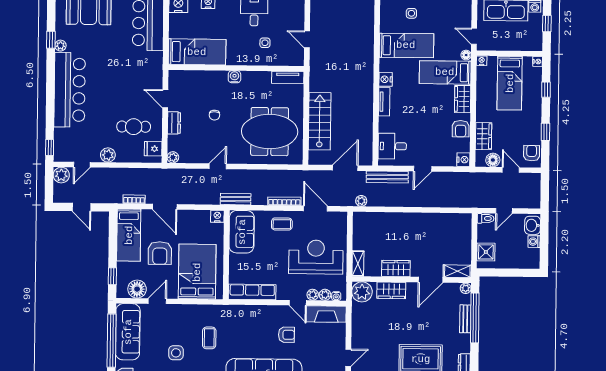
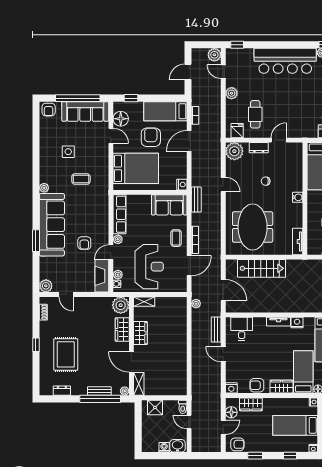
plant: (173, 157) -> (234, 151), width x1.88, depth x1.88
bench: (387, 177) -> (216, 330), width x0.73
armchair: (160, 253) -> (151, 137), turned 90
plant: (313, 295) -> (118, 239), moved

